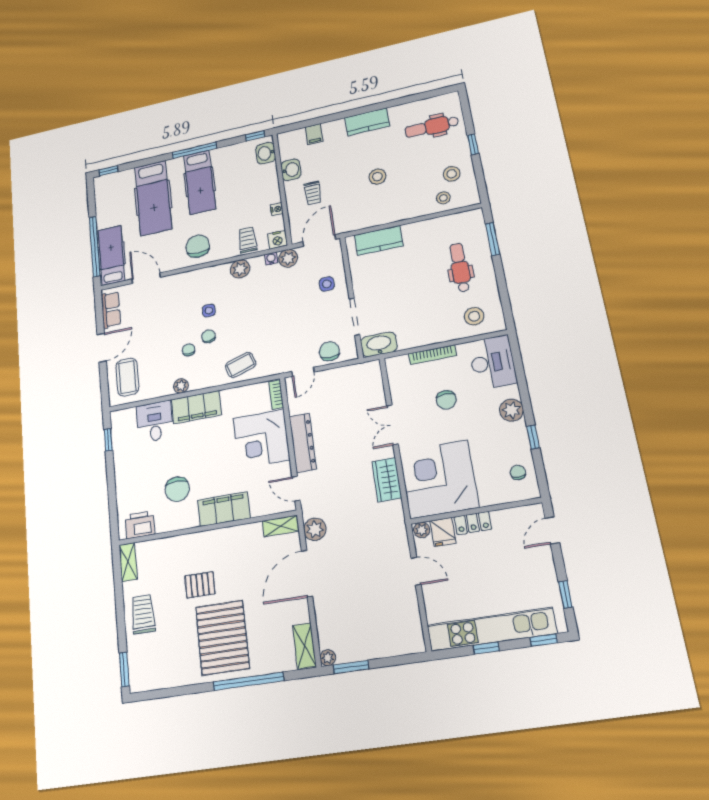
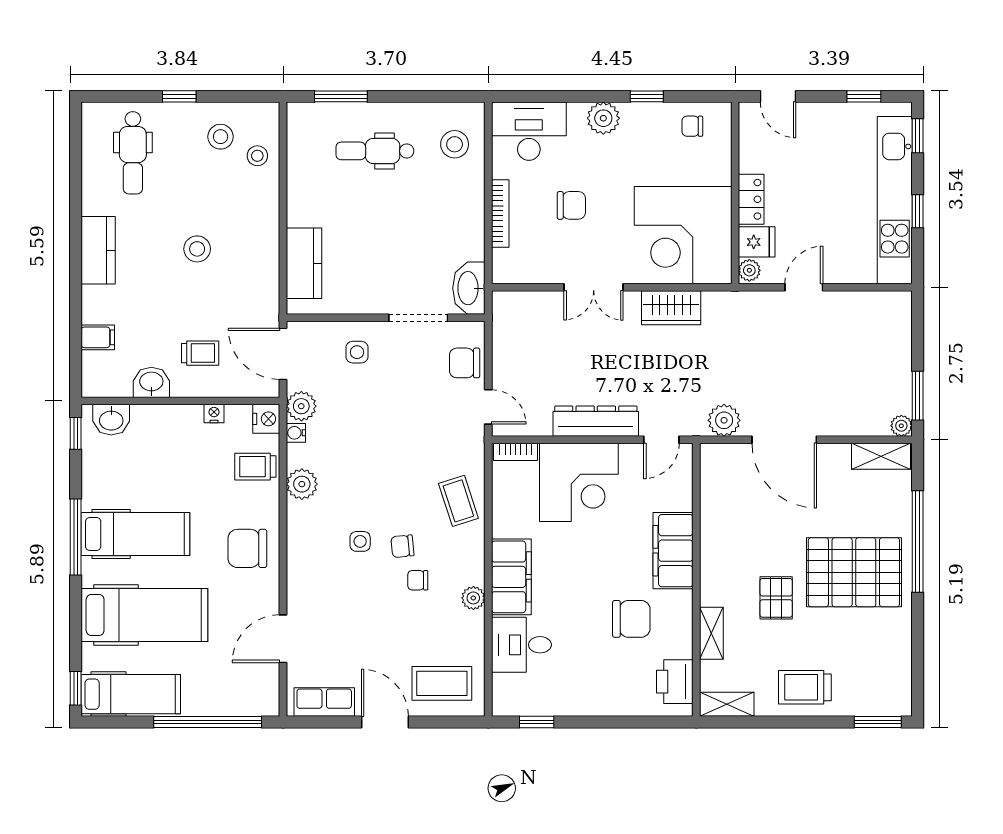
hospital bed: (111, 255) -> (131, 694), moved, turned 180
shelving: (281, 526) -> (711, 633), moved

